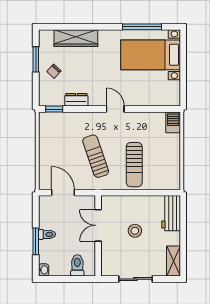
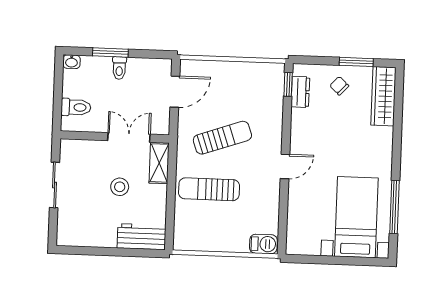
wardrobe: (76, 38) -> (383, 96), moved
dresser: (76, 100) -> (300, 92), moved
shelving: (173, 261) -> (159, 163), moved, turned 90

